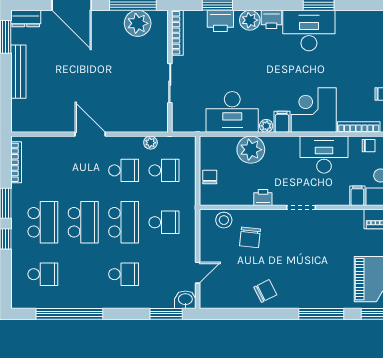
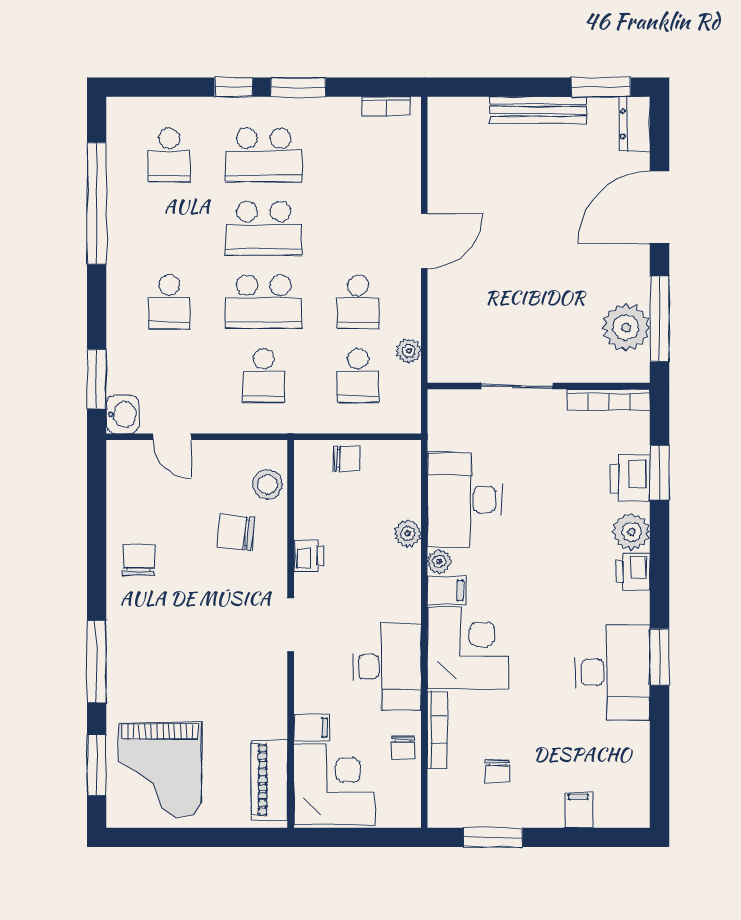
desk: (309, 31) -> (613, 672), moved
plant: (251, 150) -> (408, 534), width x0.53, depth x0.53
bookcase: (16, 162) -> (386, 106), width x0.64
chair: (265, 291) -> (139, 560), turned -153

